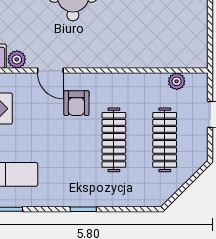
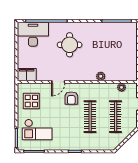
plant: (17, 59) -> (101, 76), moved
door: (50, 71) -> (58, 82), hinge flipped

